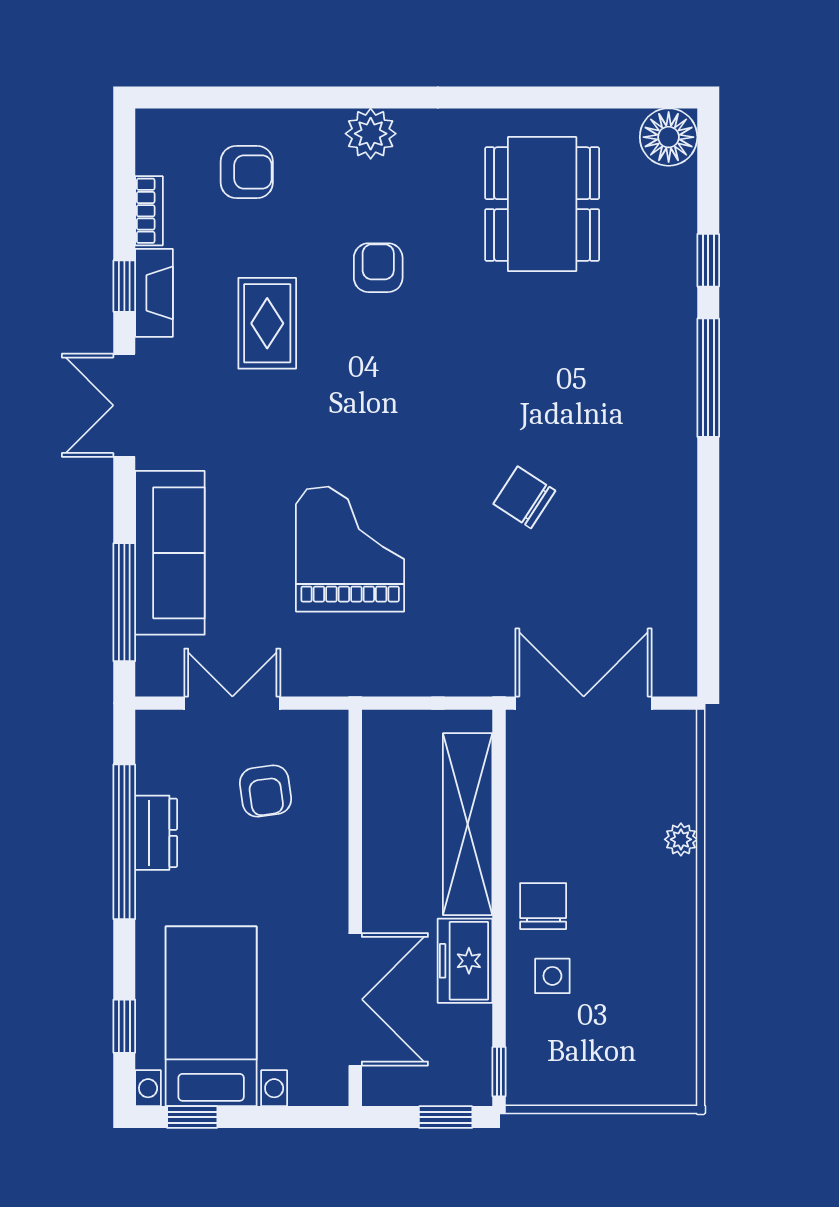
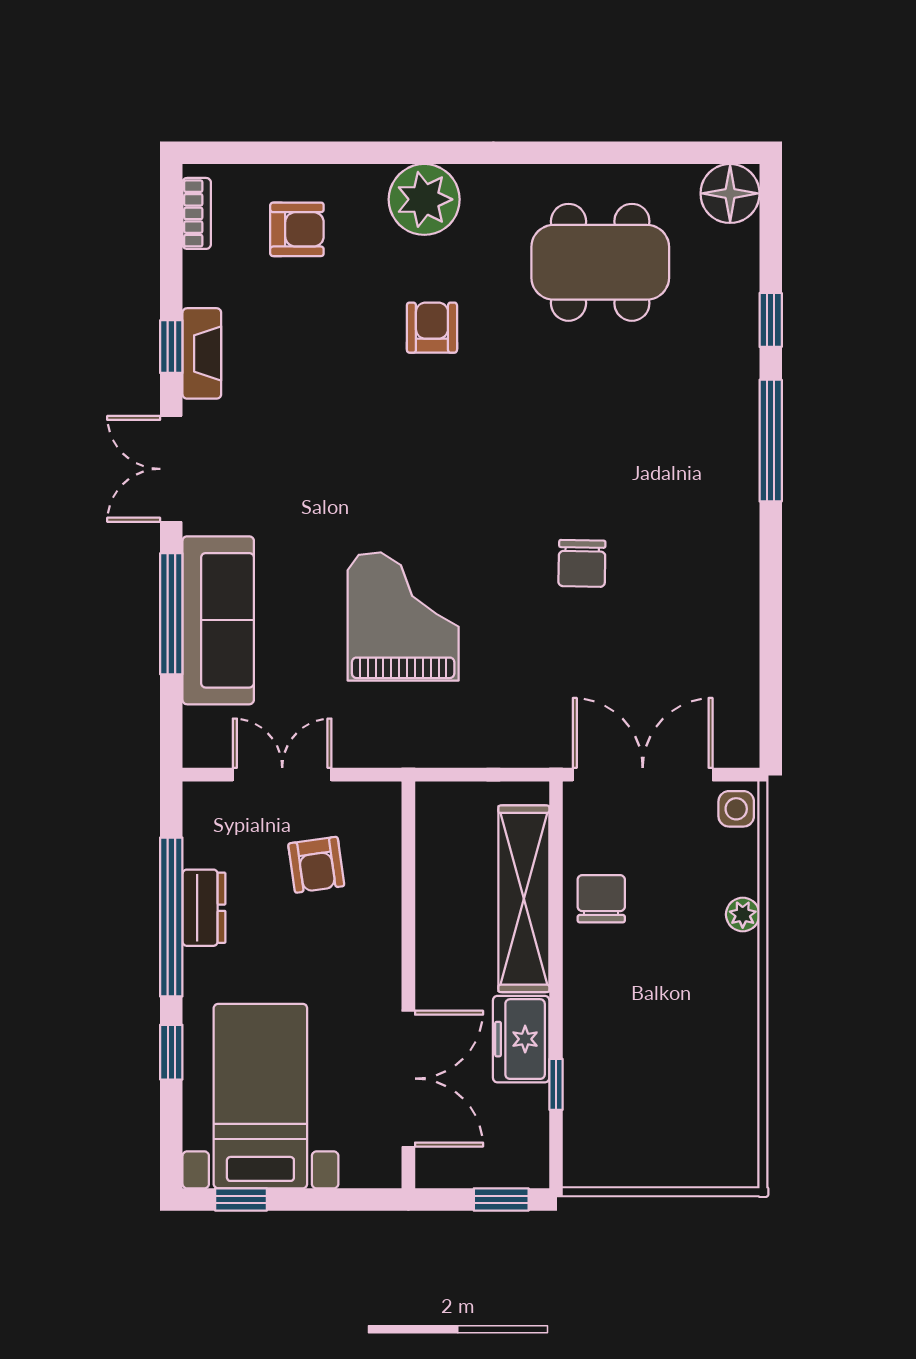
plant: (371, 134) -> (424, 199), width x1.36, depth x1.36
dining table: (542, 204) -> (600, 262), turned 90
bookcase: (149, 211) -> (197, 213), moved
rug: (267, 323) -> (318, 385), removed
chair: (524, 497) -> (582, 563), turned -122
window: (124, 602) -> (171, 614), moved
chair: (543, 906) -> (601, 899), moved
side table: (552, 976) -> (736, 809), moved
window: (124, 1026) -> (171, 1052), moved
window: (499, 1072) -> (556, 1084), moved

